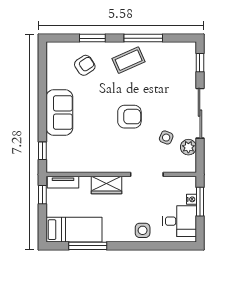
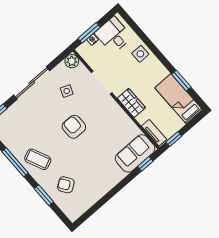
sofa: (59, 113) -> (135, 153), moved
plant: (188, 147) -> (72, 61), moved
window: (88, 246) -> (181, 81), width x0.69

